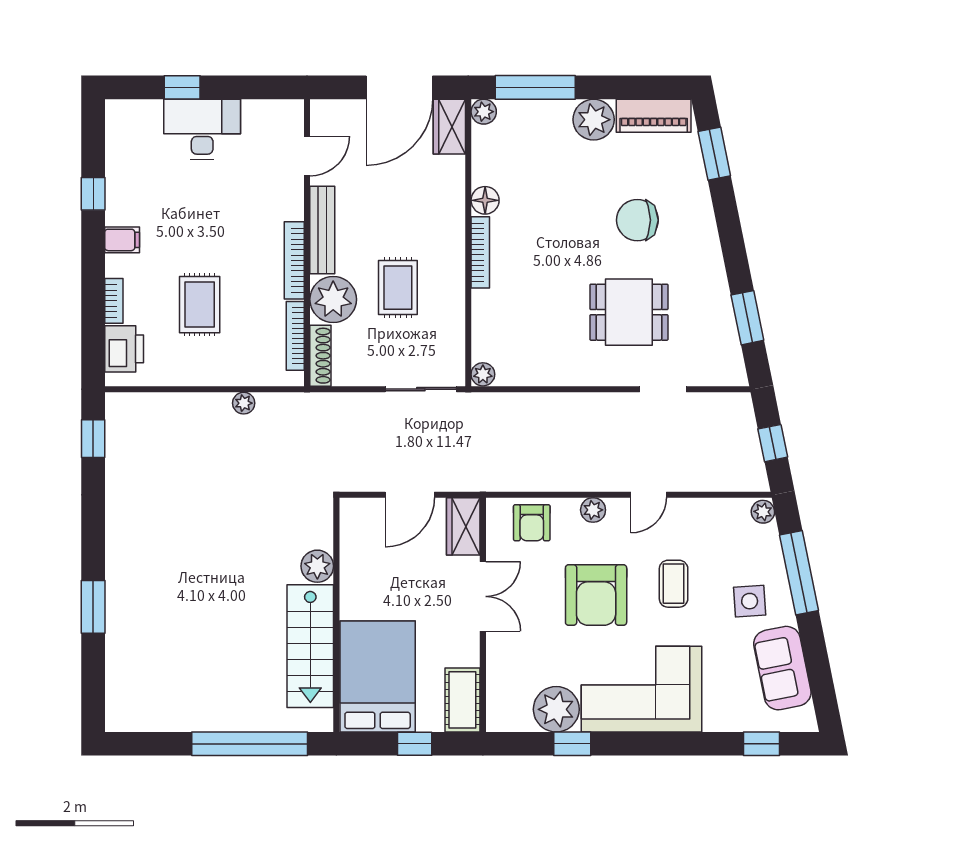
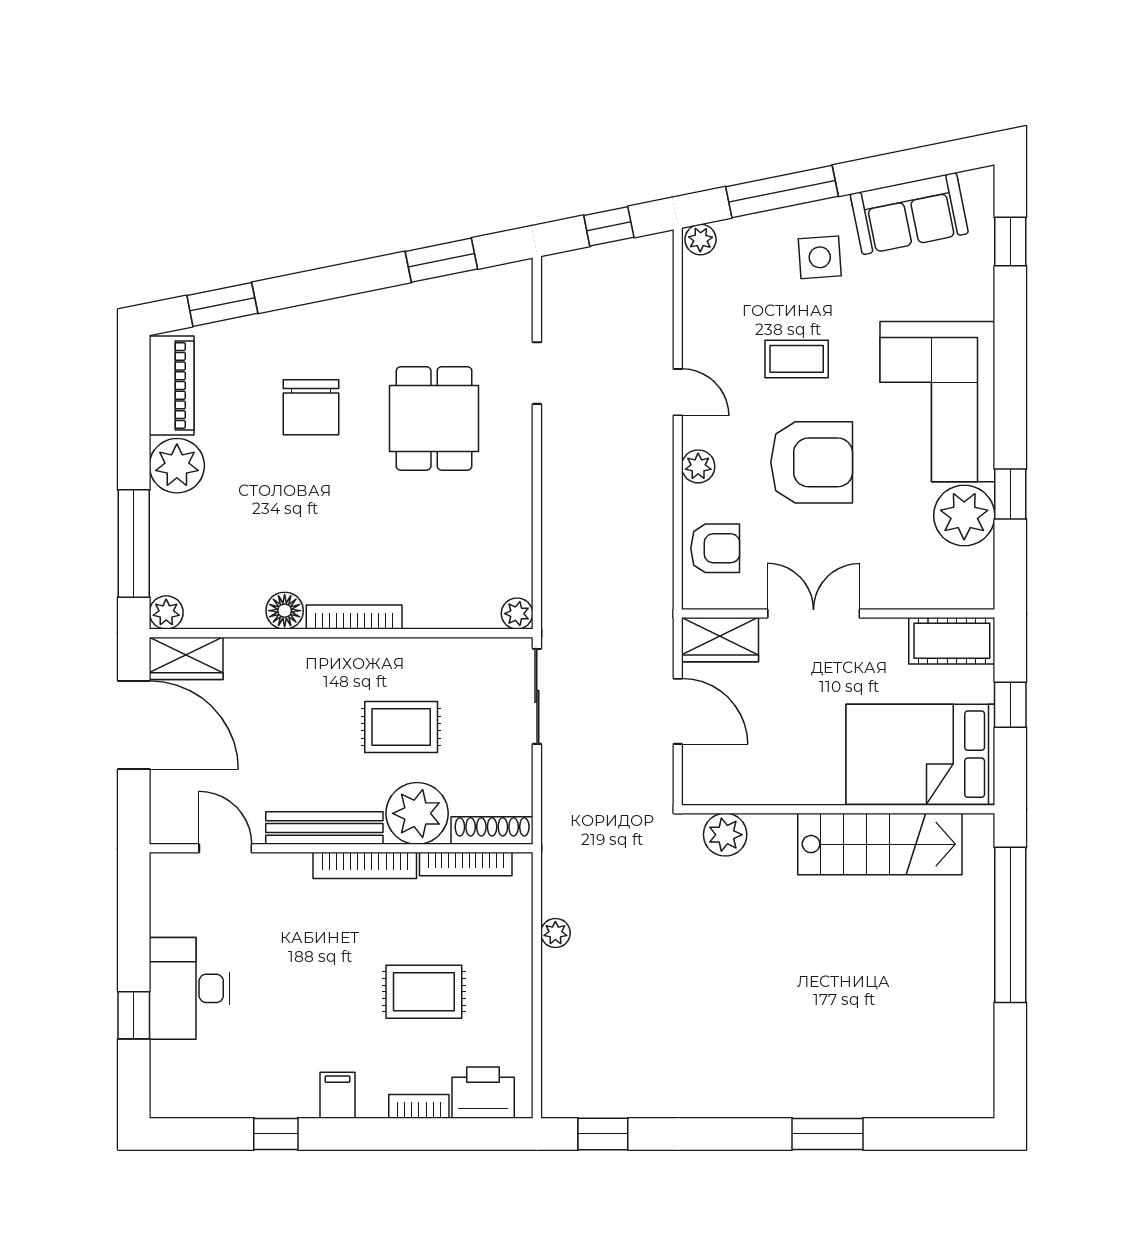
plant: (317, 566) -> (725, 835), moved

